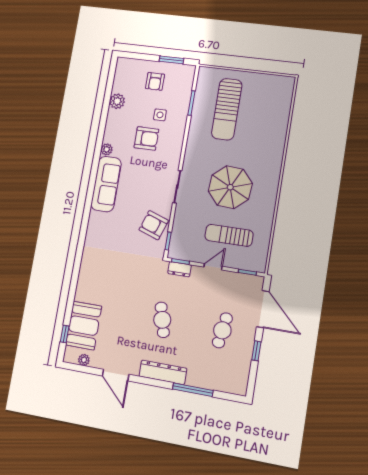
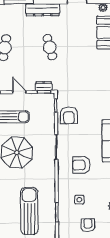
armchair: (146, 138) -> (81, 165), moved
armchair: (154, 225) -> (69, 115), turned 71
door: (213, 267) -> (19, 92), swing flipped

